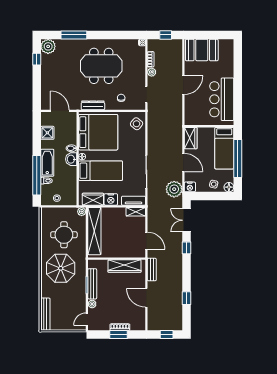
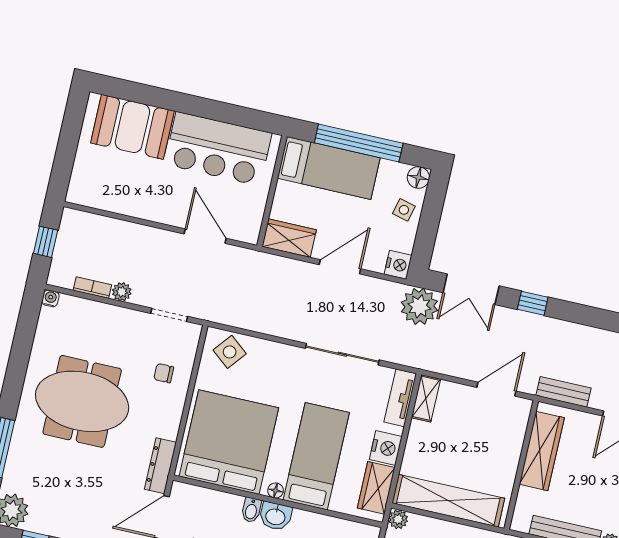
booth: (202, 50) -> (132, 127), moved, turned 90
meeting table: (101, 66) -> (82, 401), turned 90
door: (183, 85) -> (205, 236), moved
dresser: (93, 105) -> (160, 466), moved
plant: (174, 189) -> (419, 306), moved

